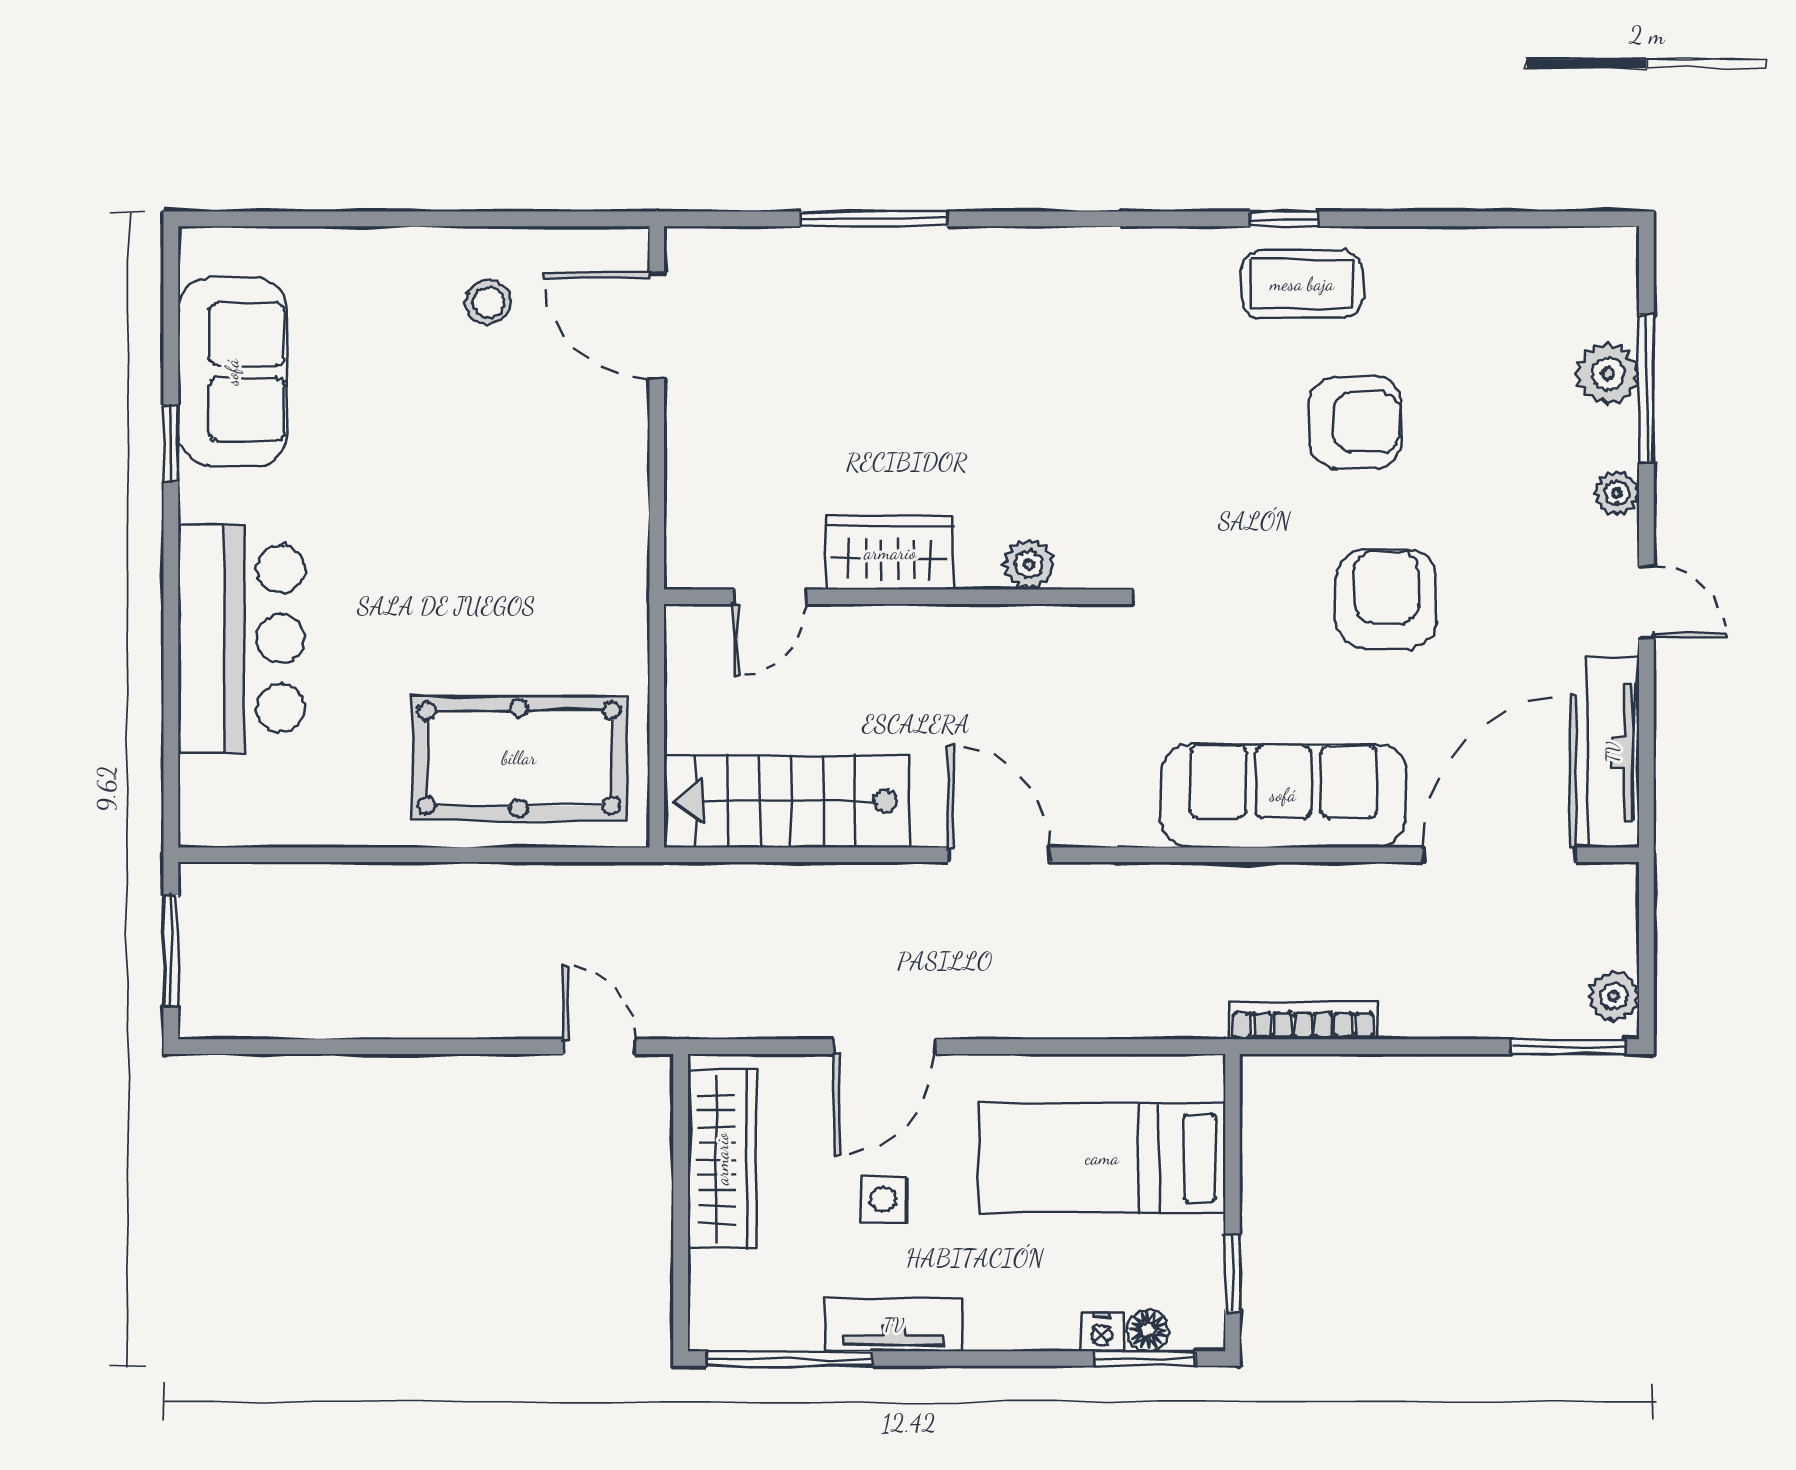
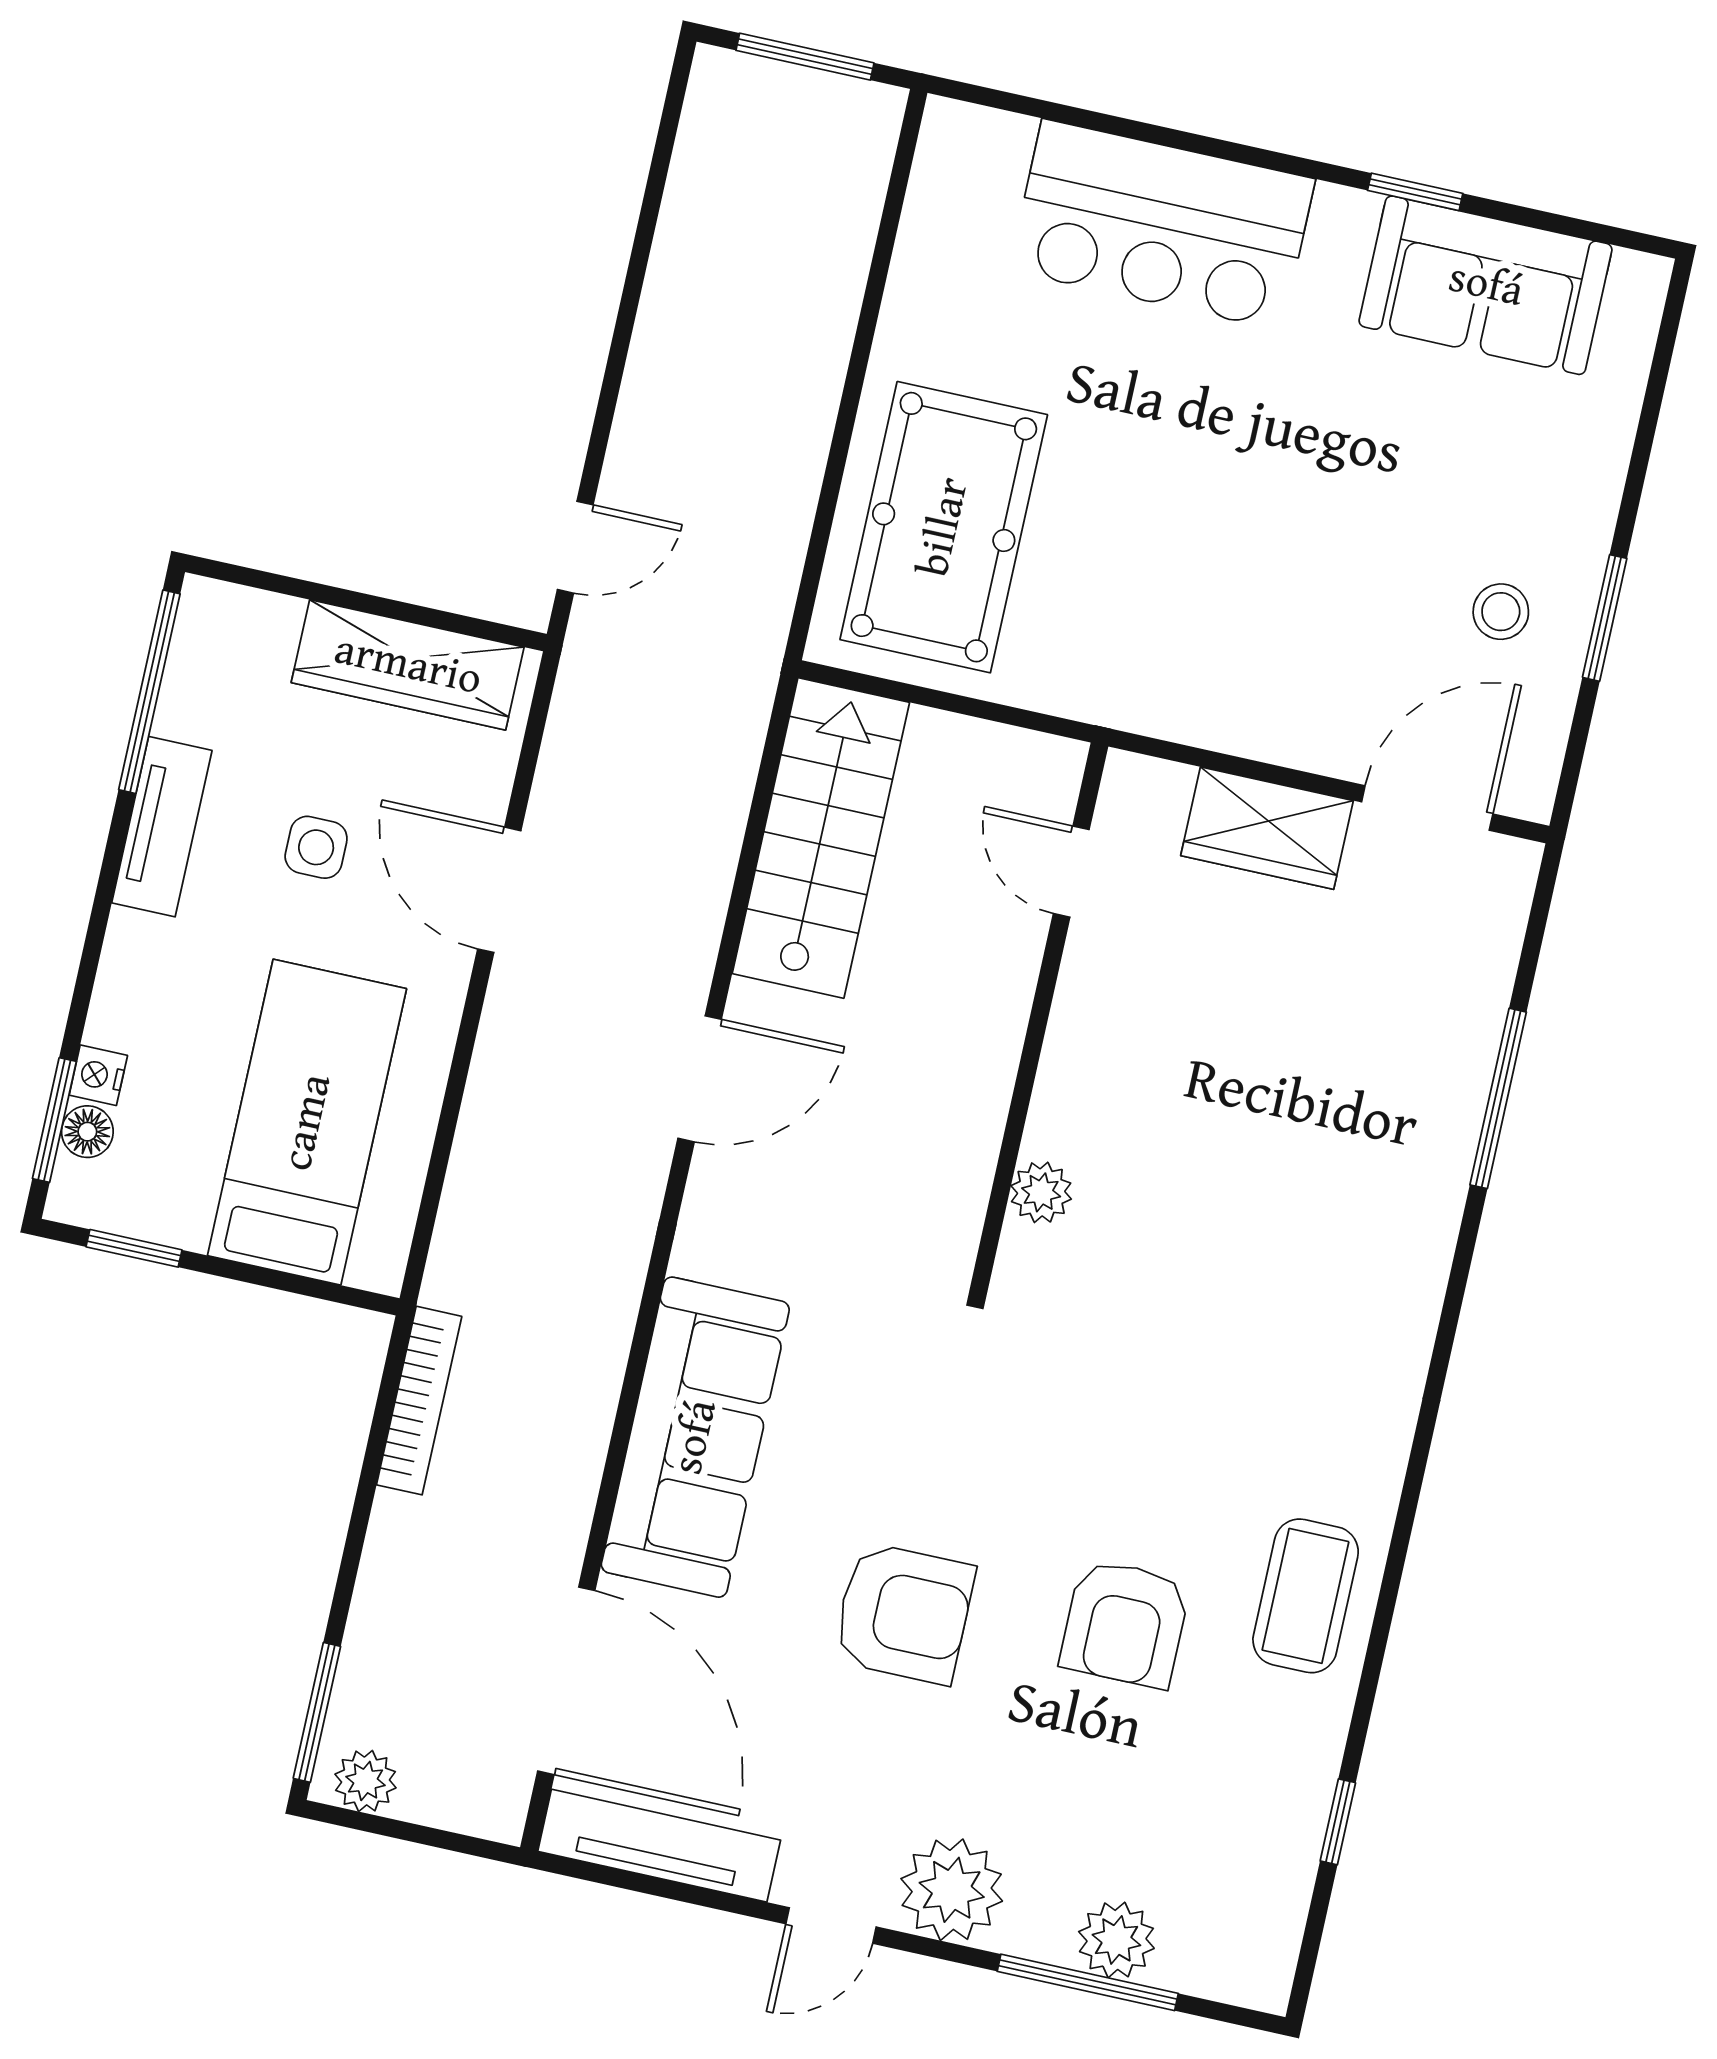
window: (475, 219) -> (1605, 618), added
window: (1284, 219) -> (1338, 1822), moved
plant: (1617, 493) -> (952, 1890), width x1.88, depth x1.88
wardrobe: (890, 553) -> (1267, 828), moved, turned 90

